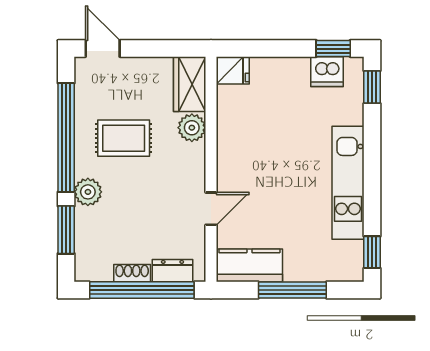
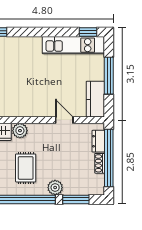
kitchen unit: (348, 183) -> (73, 45), moved

